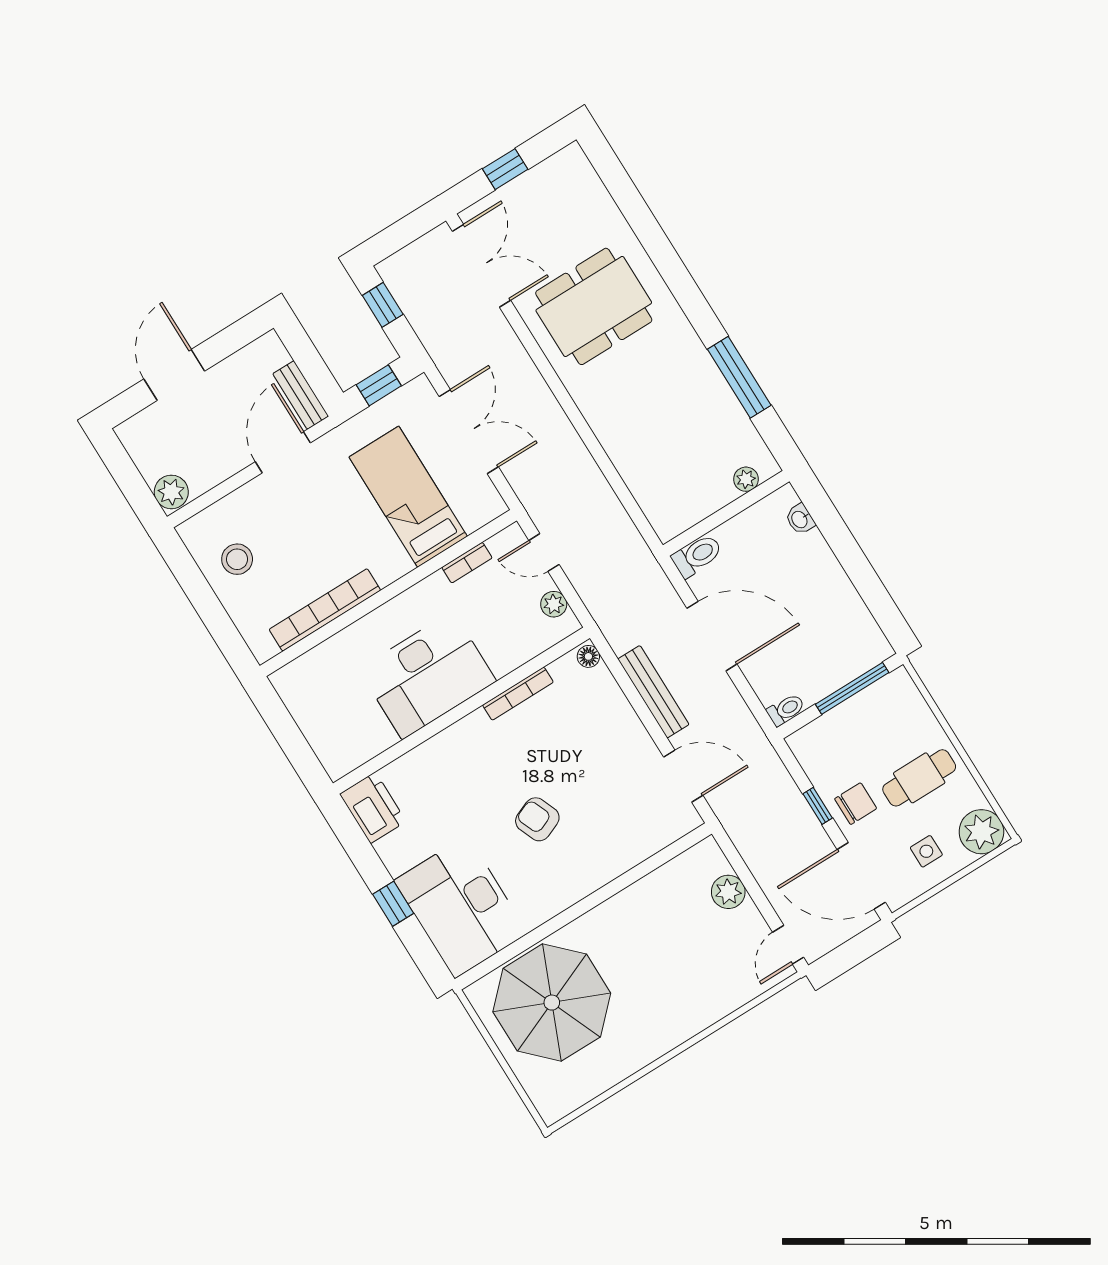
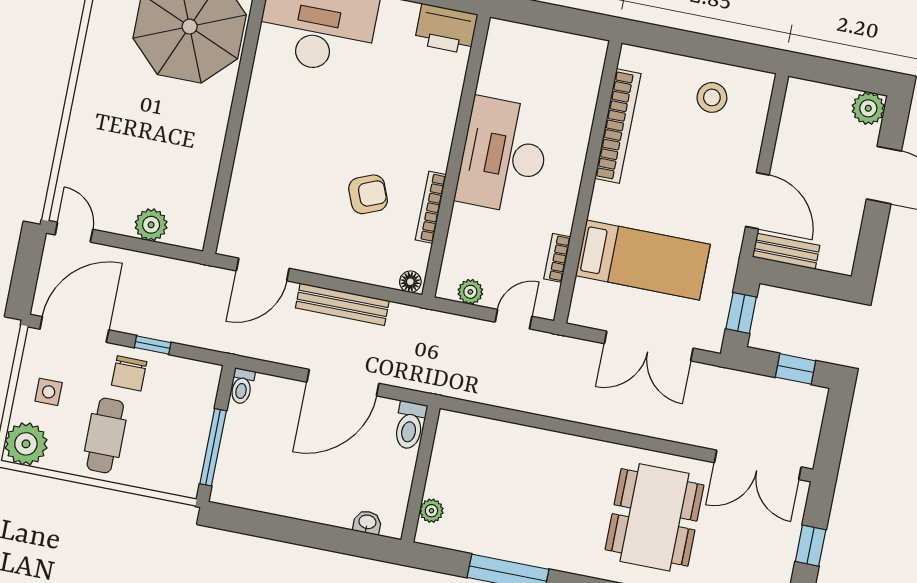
plant: (171, 492) -> (868, 108), moved
armchair: (537, 819) -> (368, 194), moved

